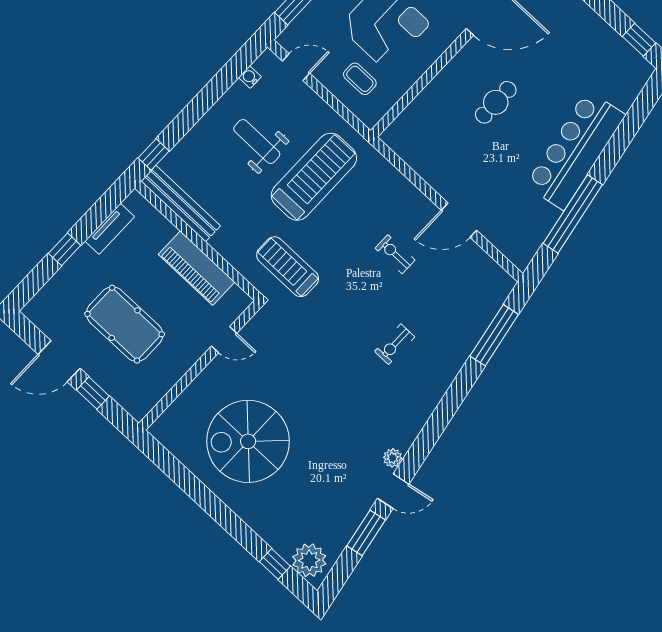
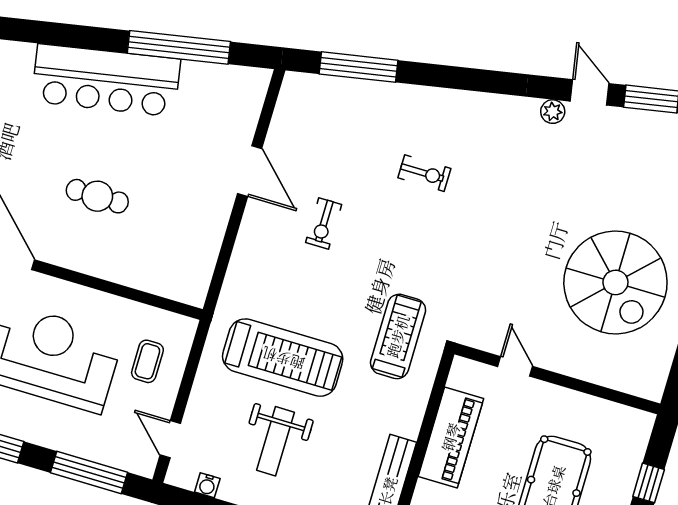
treadmill: (314, 177) -> (283, 358), turned 180
treadmill: (288, 267) -> (398, 336), turned 180

